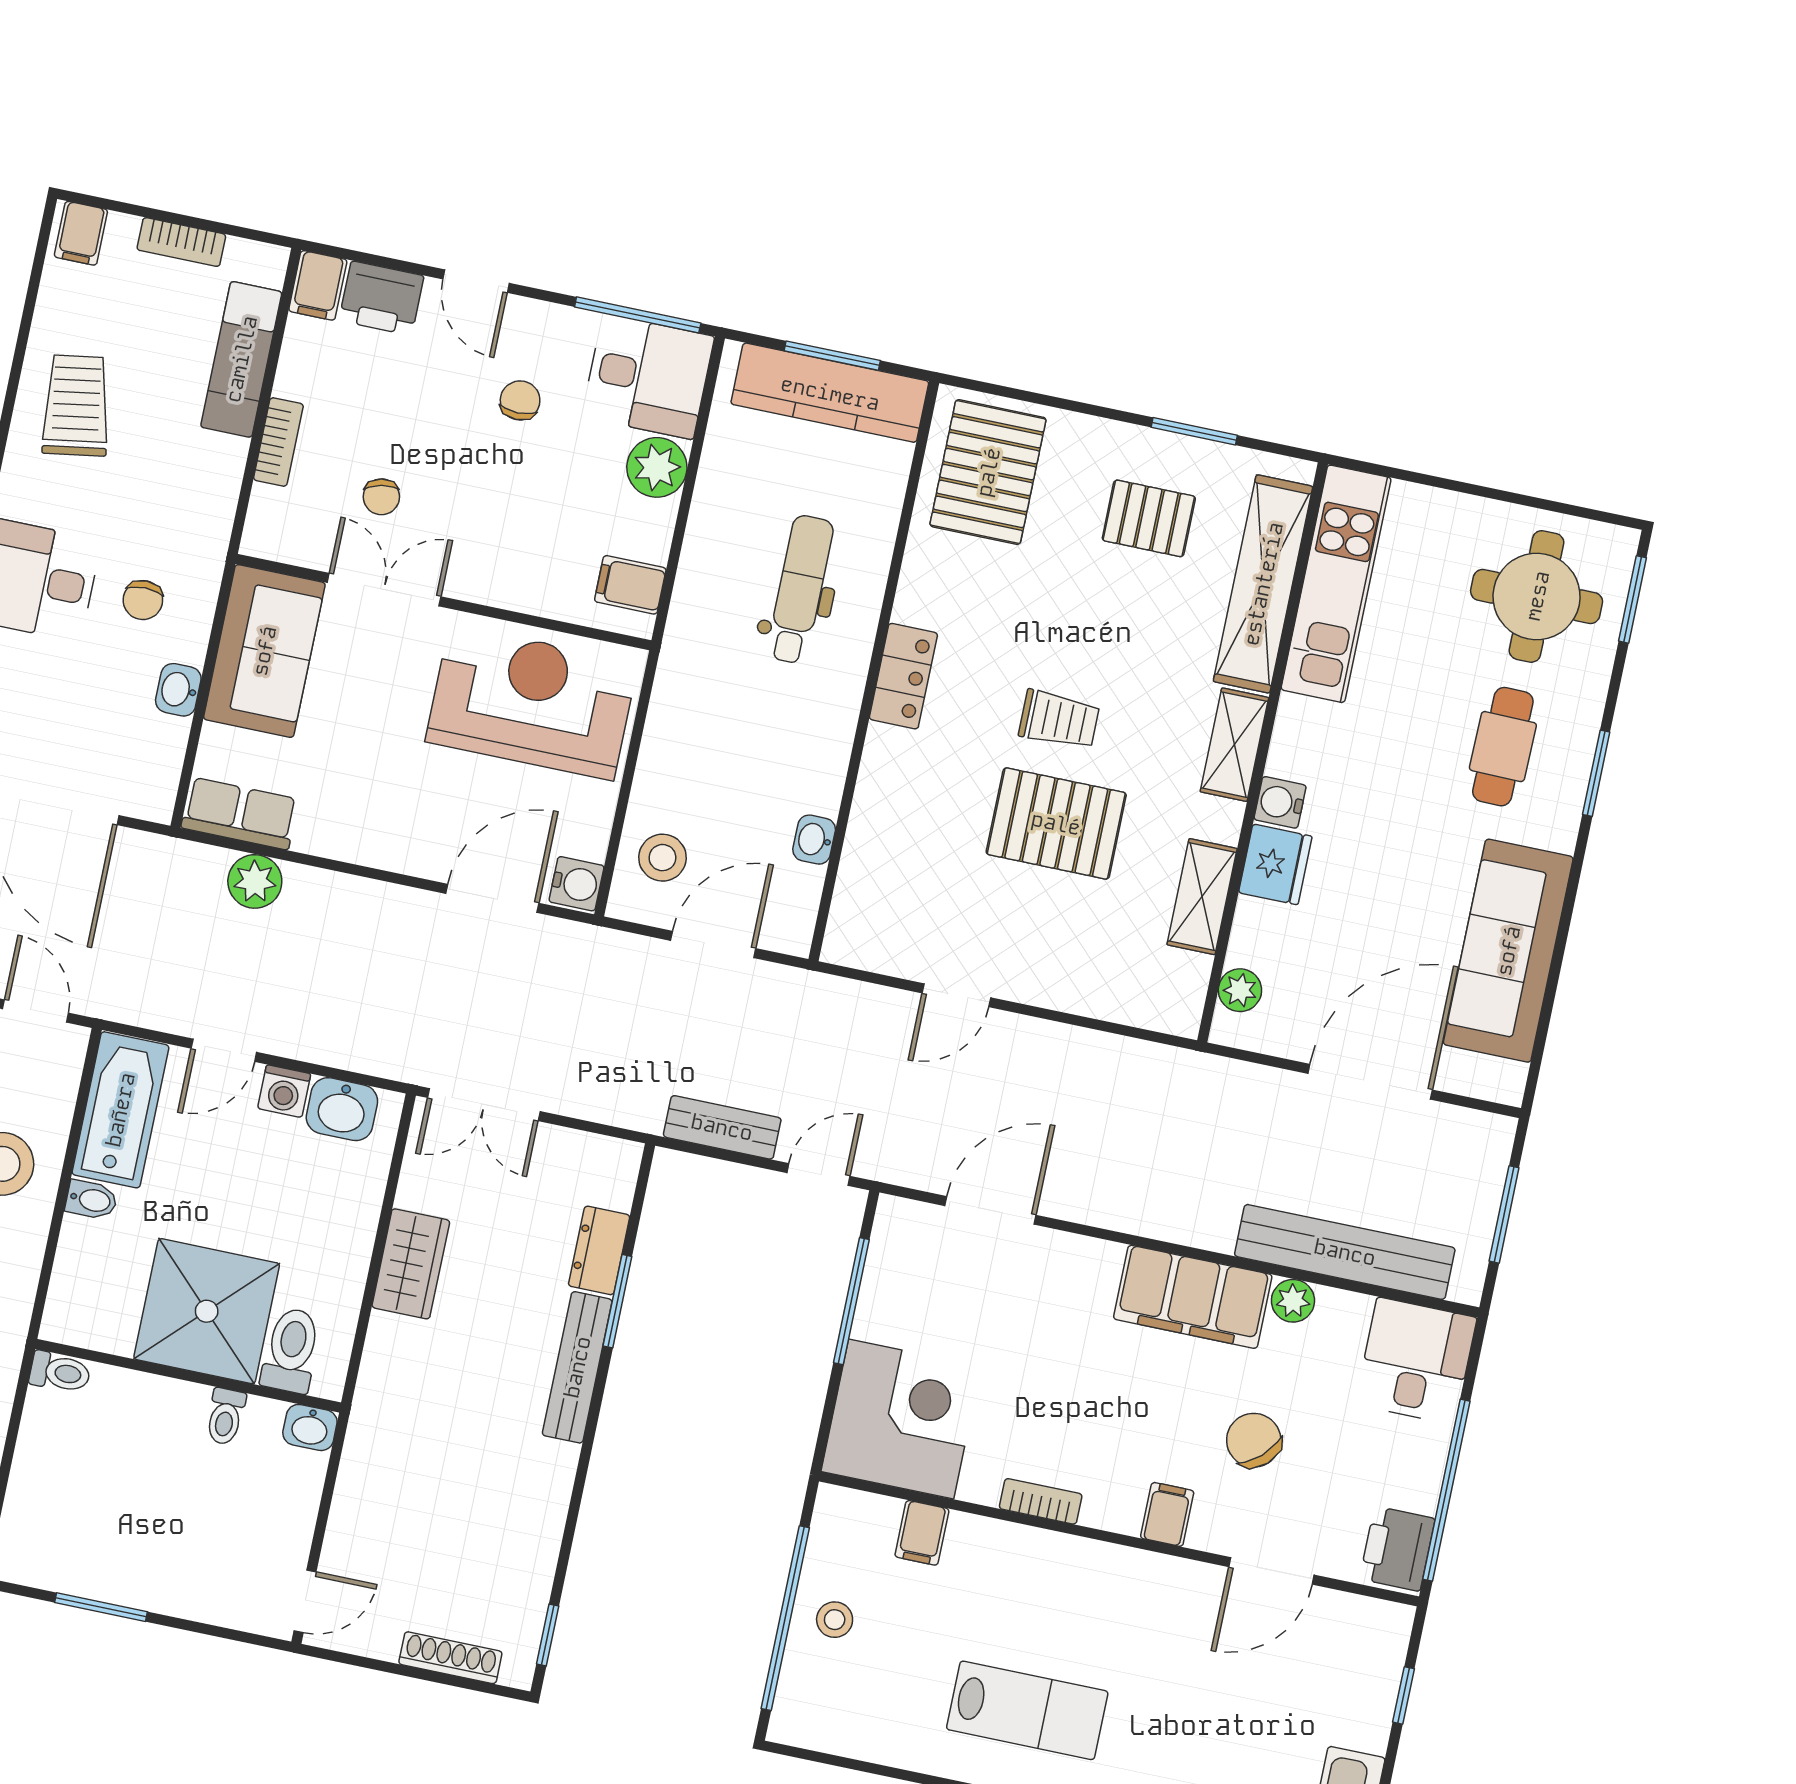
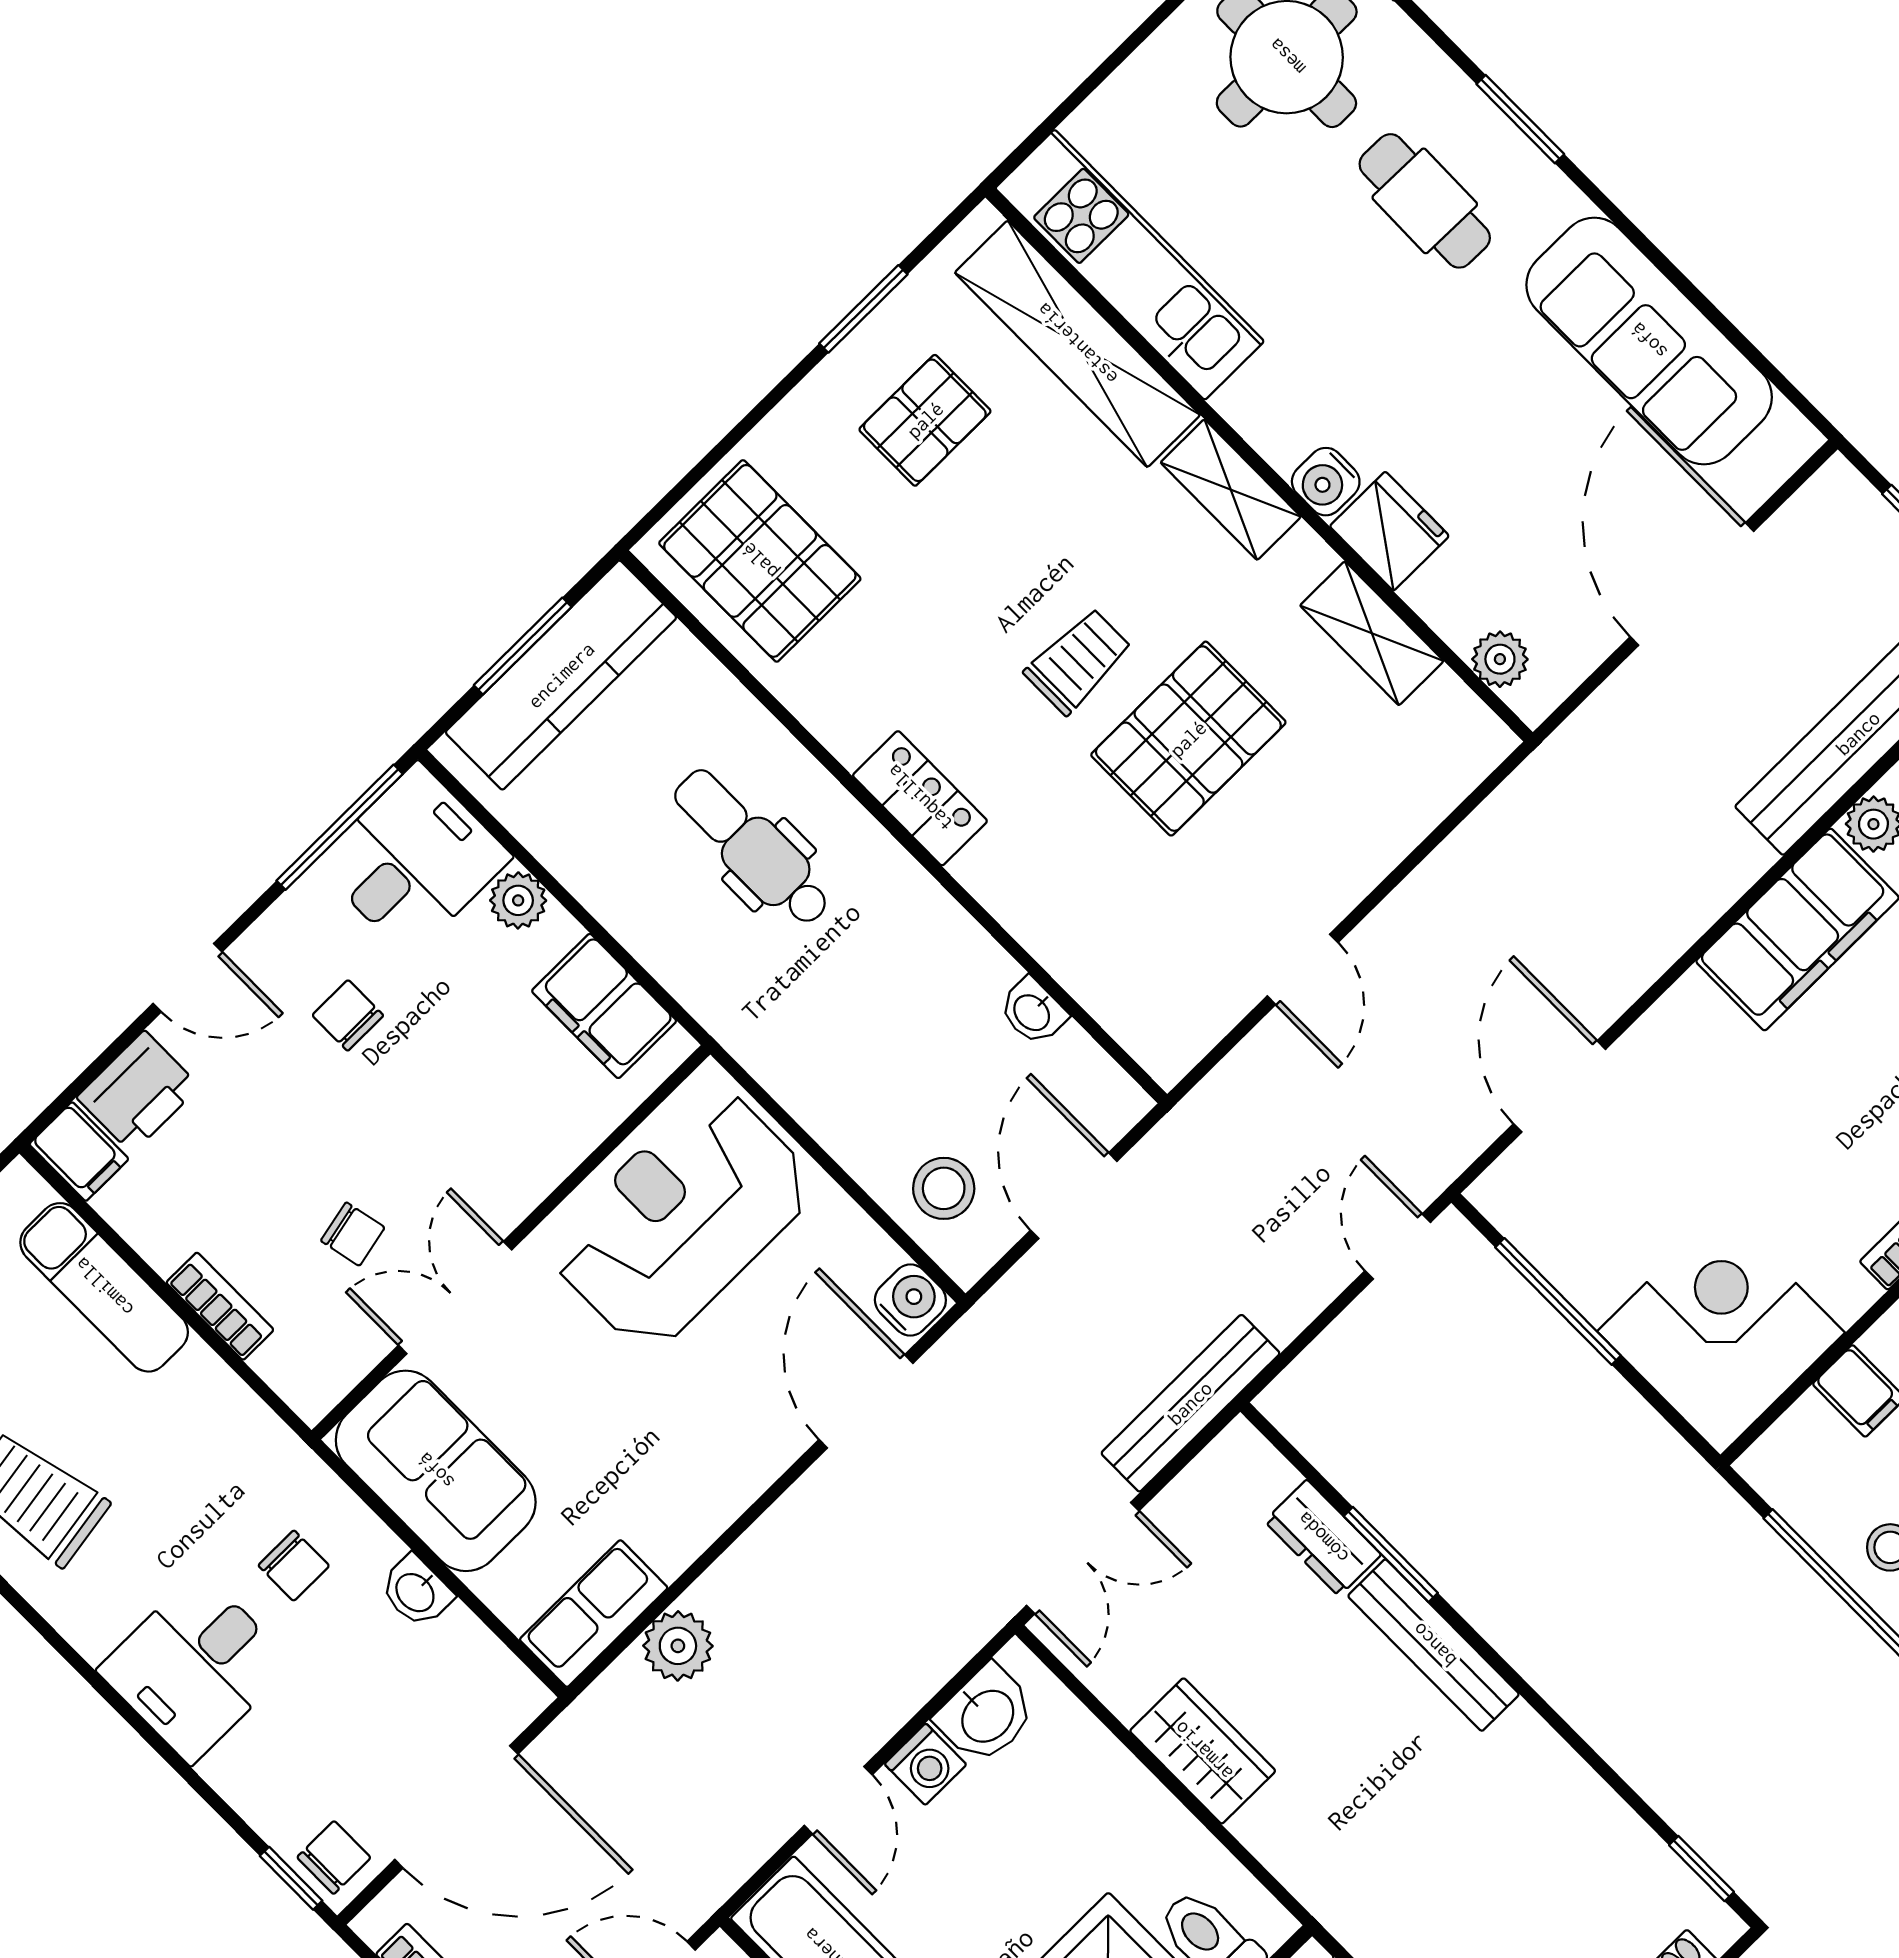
plant: (657, 467) -> (518, 900), width x0.73, depth x0.73
filing cabinet: (630, 585) -> (604, 1006), width x2.00
bench: (722, 1127) -> (1190, 1403), moved, width x1.36

